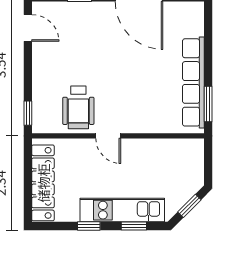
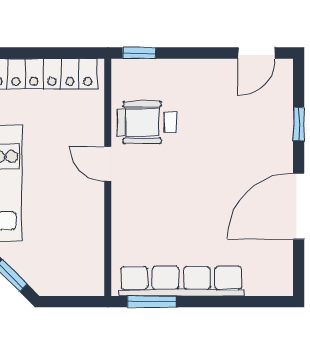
door: (108, 136) -> (108, 164), hinge flipped

